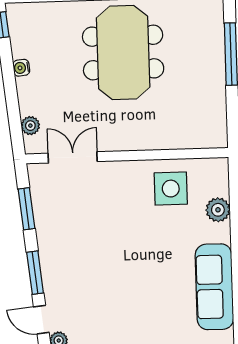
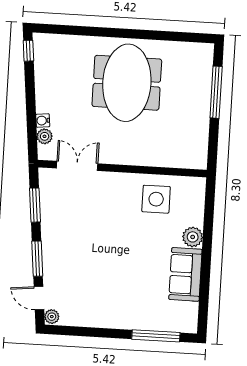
water cooler: (21, 68) -> (43, 120), moved
plant: (218, 210) -> (193, 237), moved
sofa: (214, 287) -> (185, 274), width x0.73

